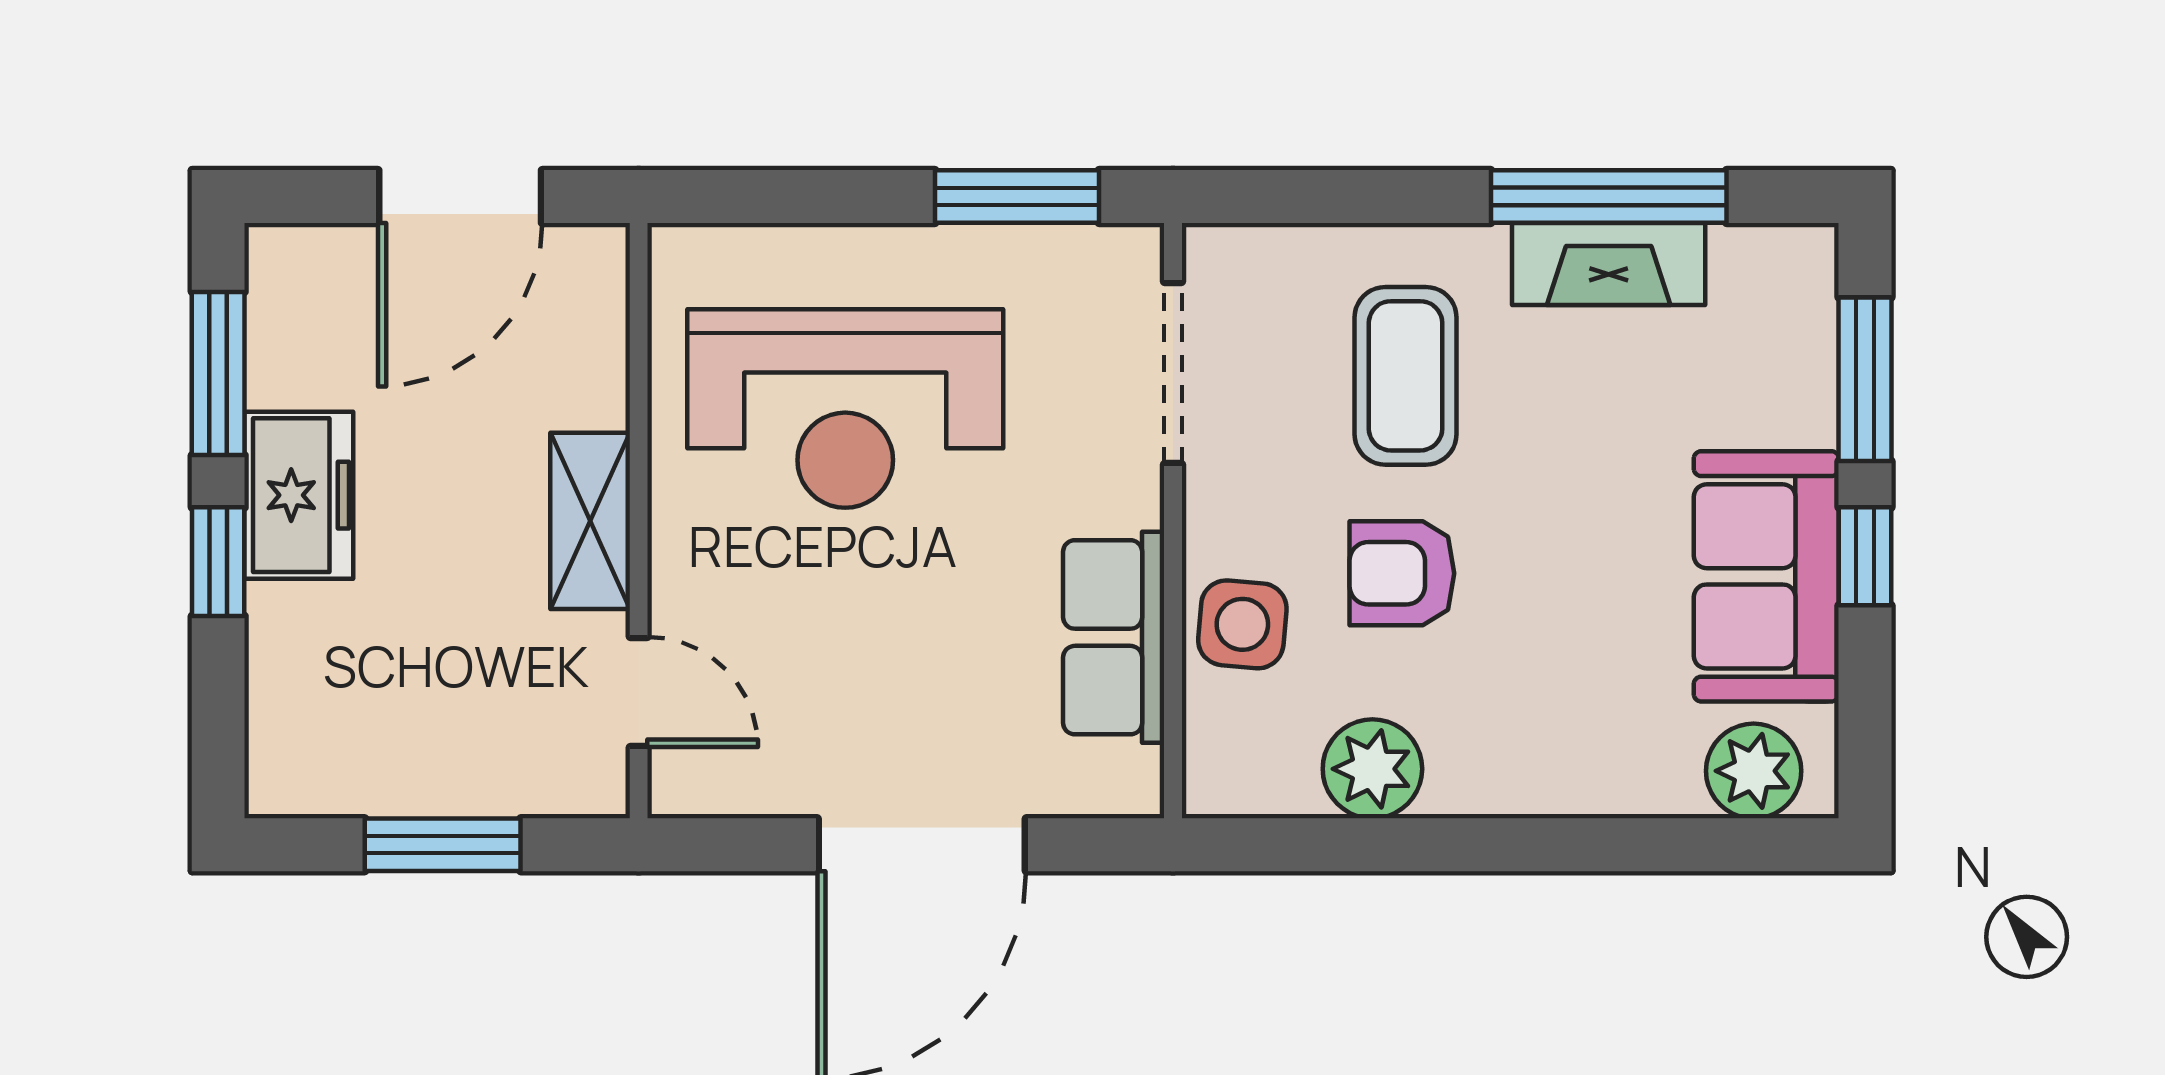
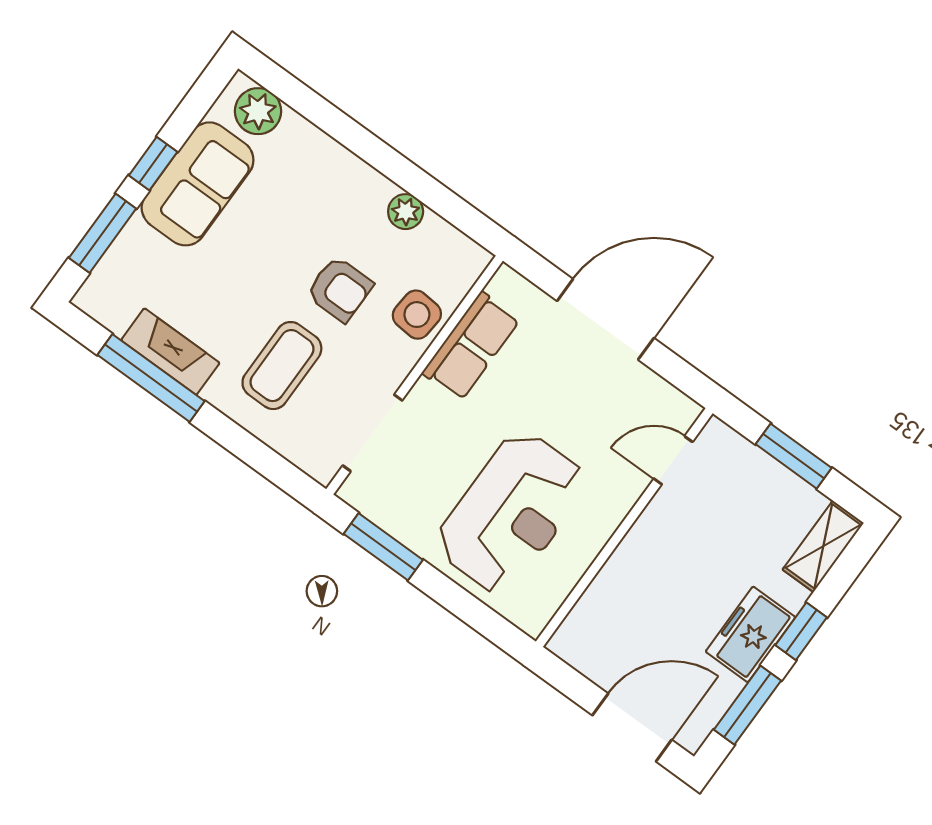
door: (460, 197) -> (632, 727), moved
reception desk: (845, 409) -> (511, 513), turned 90
shelving: (590, 521) -> (823, 546), moved
door: (639, 692) -> (673, 460), hinge flipped
plant: (1372, 769) -> (406, 212), width x0.73, depth x0.73

